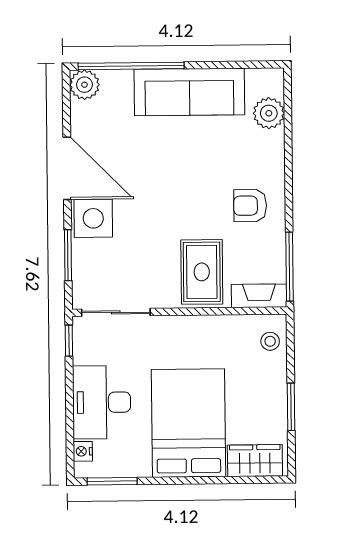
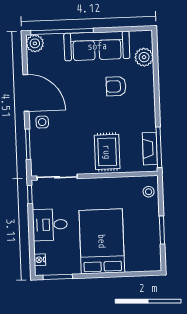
armchair: (250, 206) -> (116, 86), moved
side table: (93, 218) -> (42, 122), width x0.54, depth x0.54
fireplace: (259, 296) -> (150, 149), moved, turned -90
desk: (102, 402) -> (50, 225), width x0.73
wardrobe: (255, 461) -> (142, 262), removed

